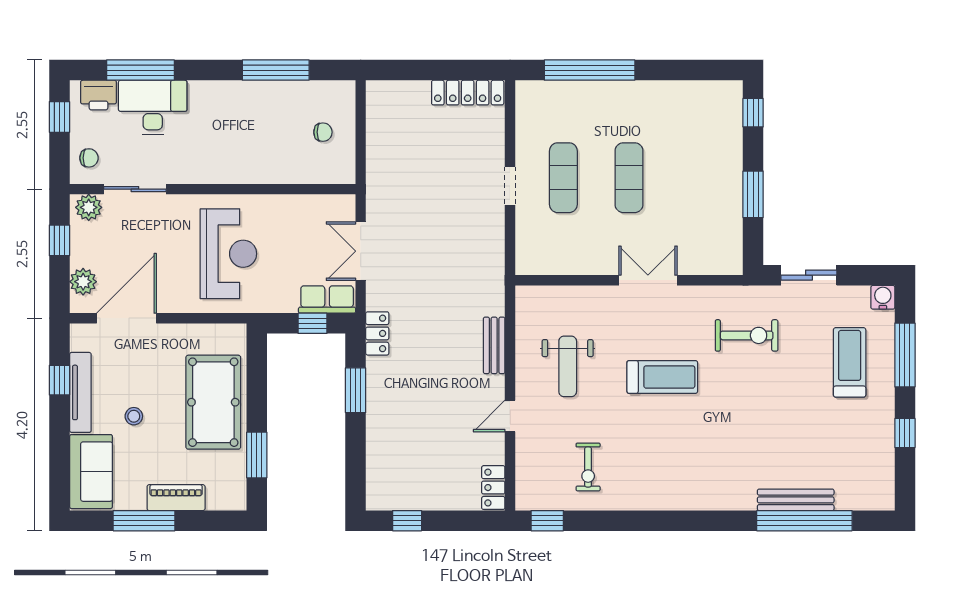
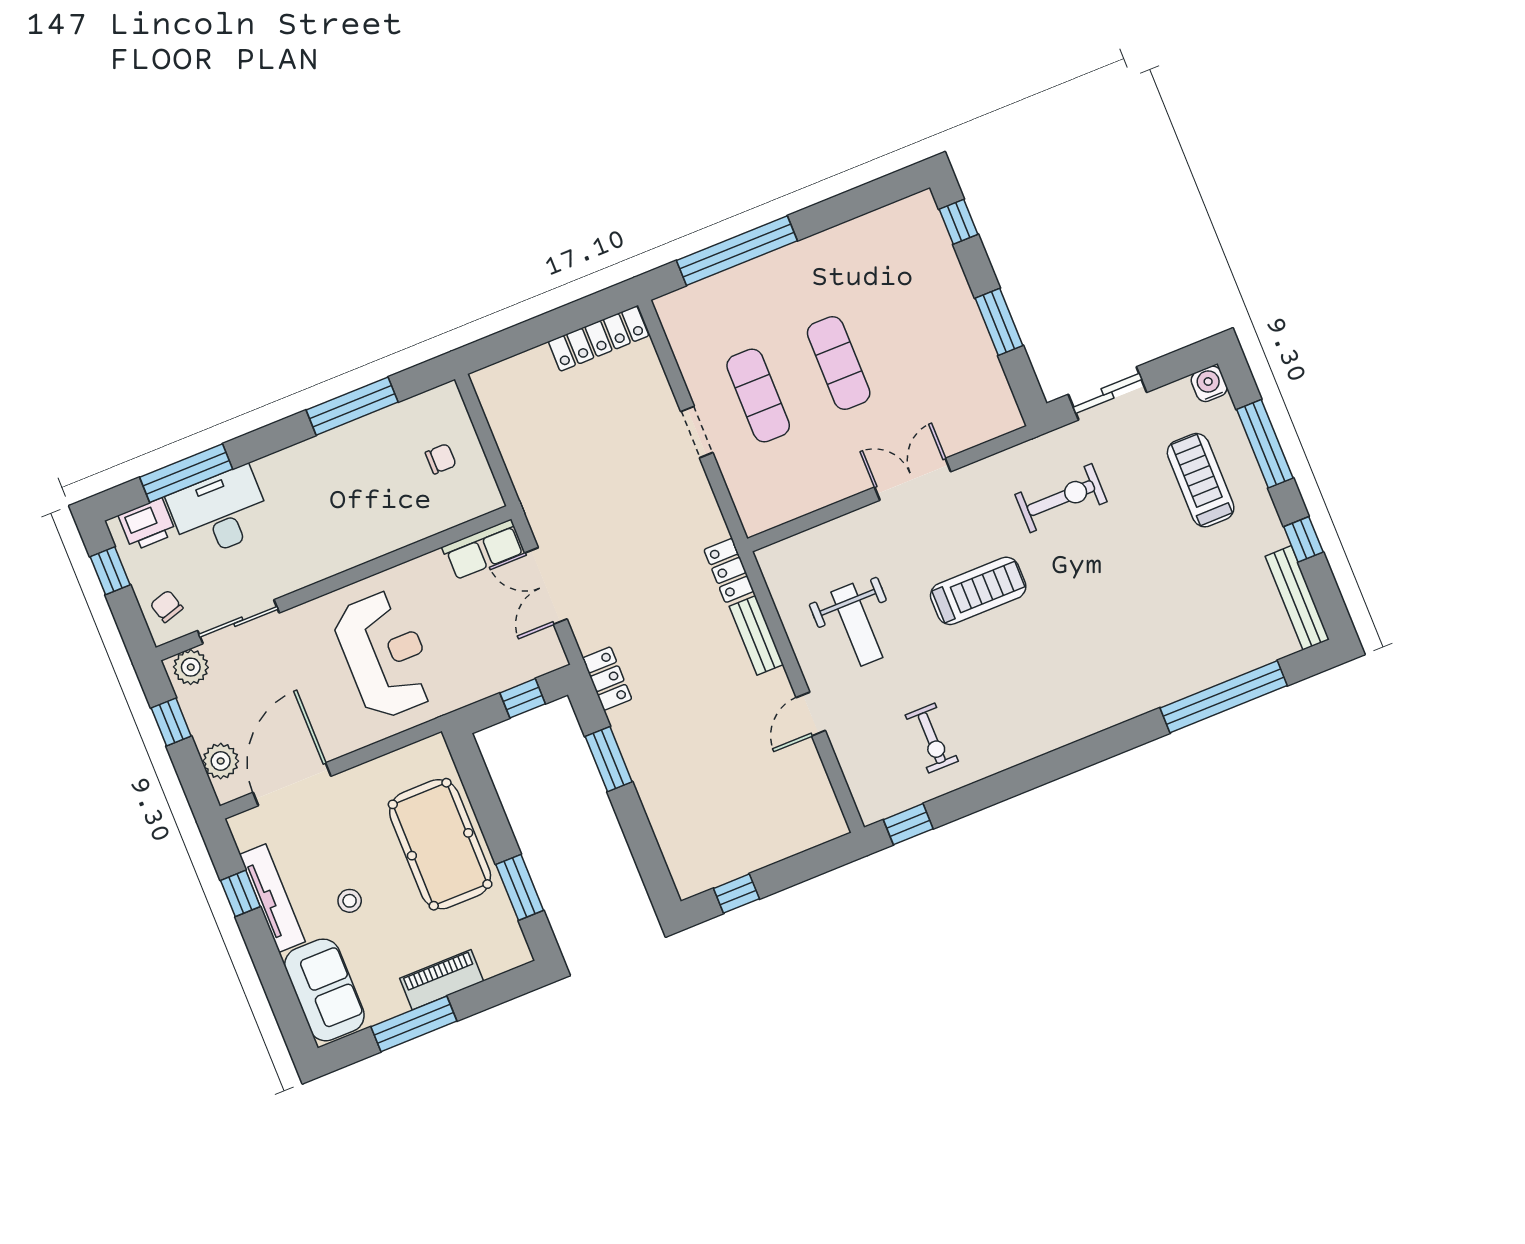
chair: (89, 158) -> (167, 606), turned -107
row of seats: (327, 299) -> (483, 550), moved, turned 180
locker: (493, 488) -> (729, 570), moved
bench: (796, 500) -> (1297, 598), moved, turned 90

